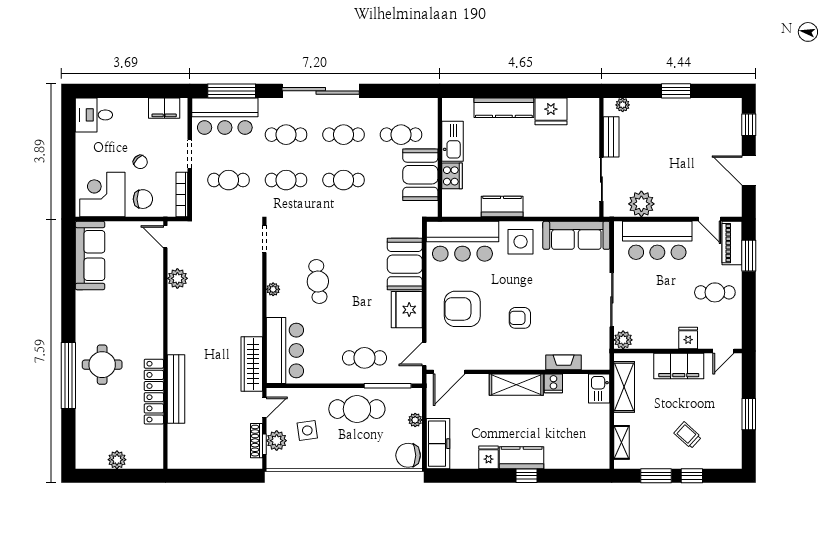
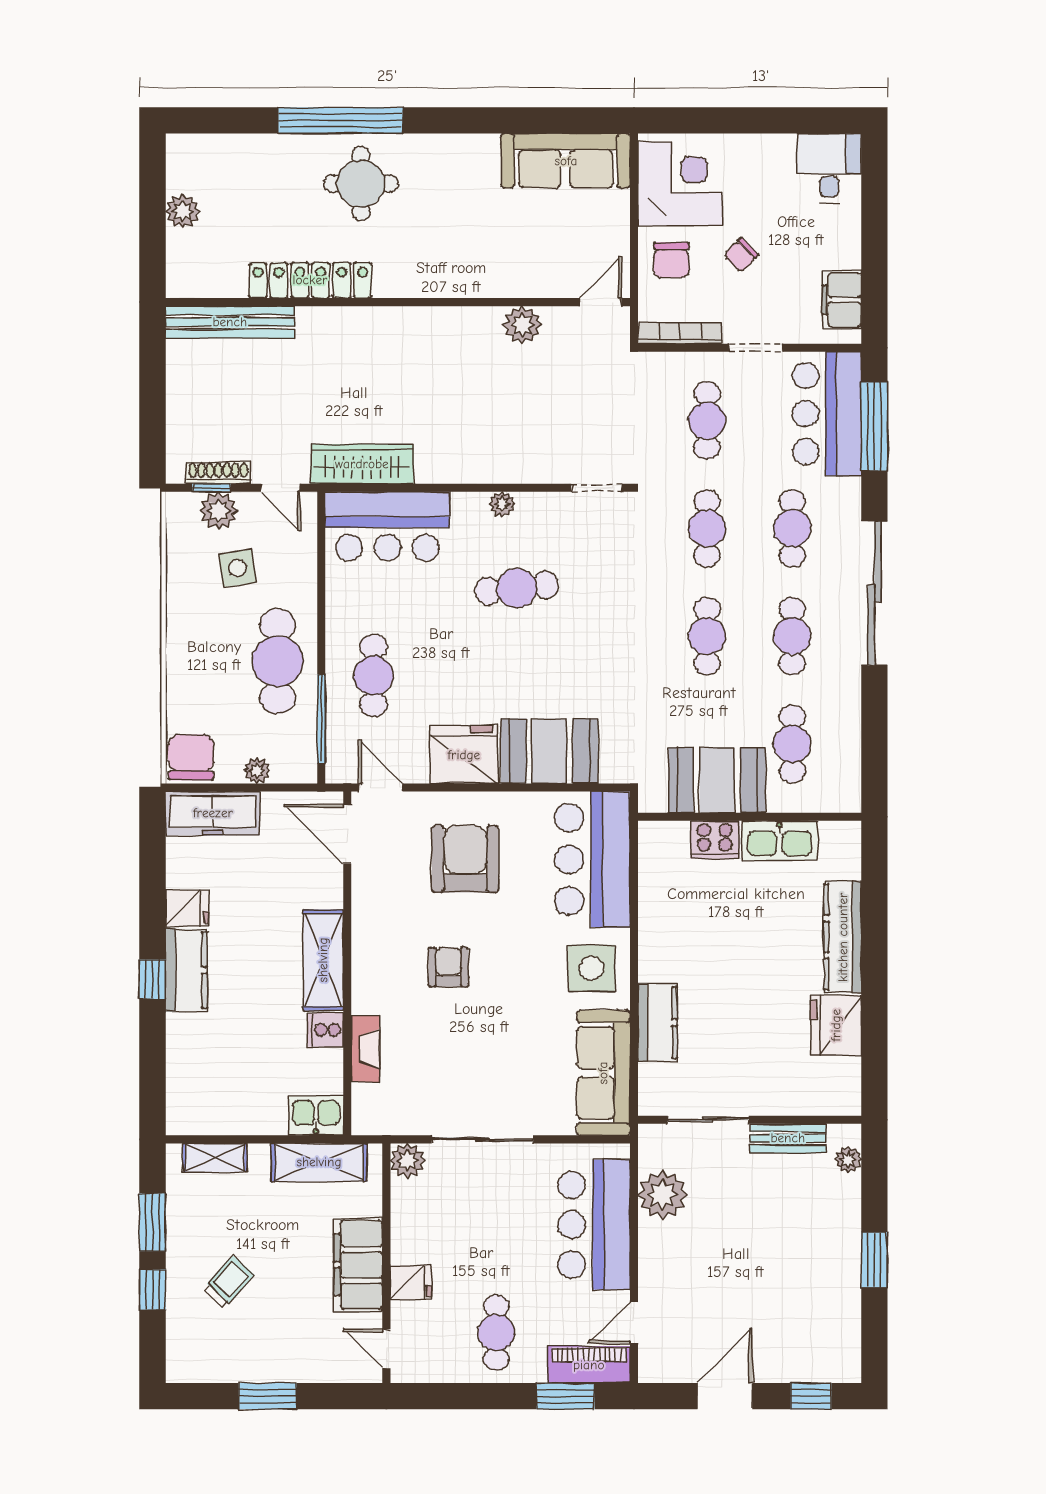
kitchen counter: (502, 207) -> (657, 1023), moved
bench: (176, 389) -> (230, 322), moved

